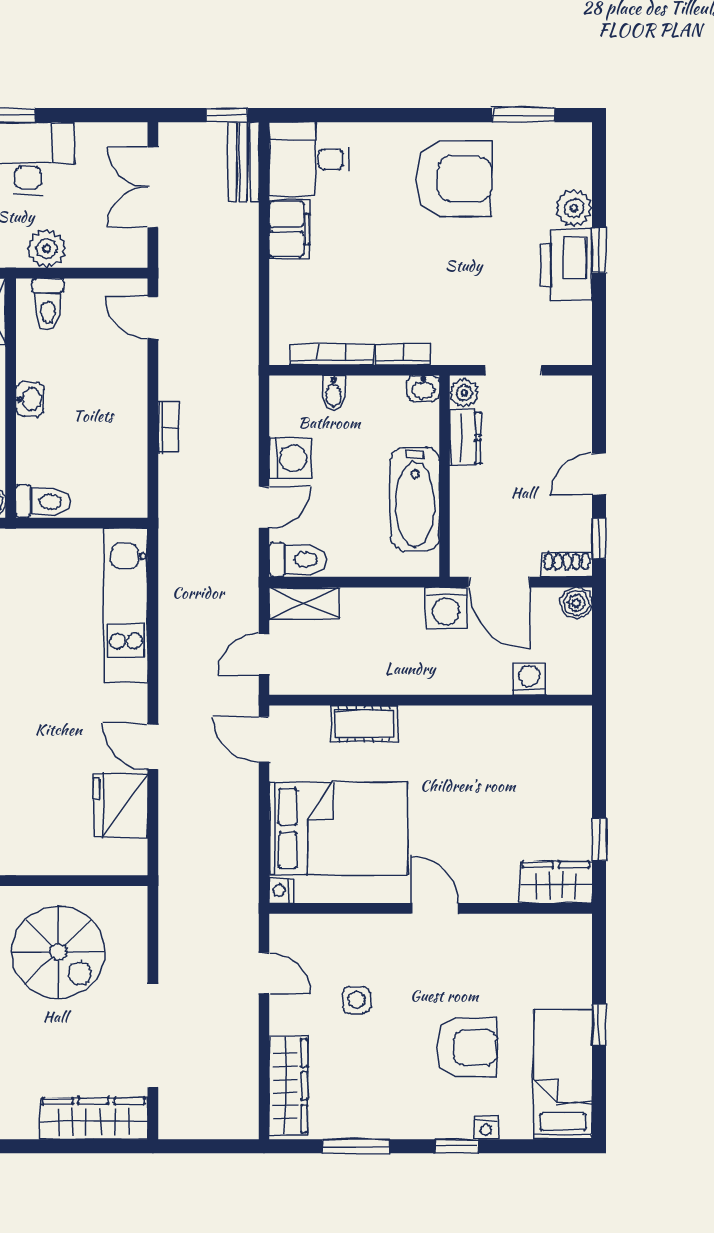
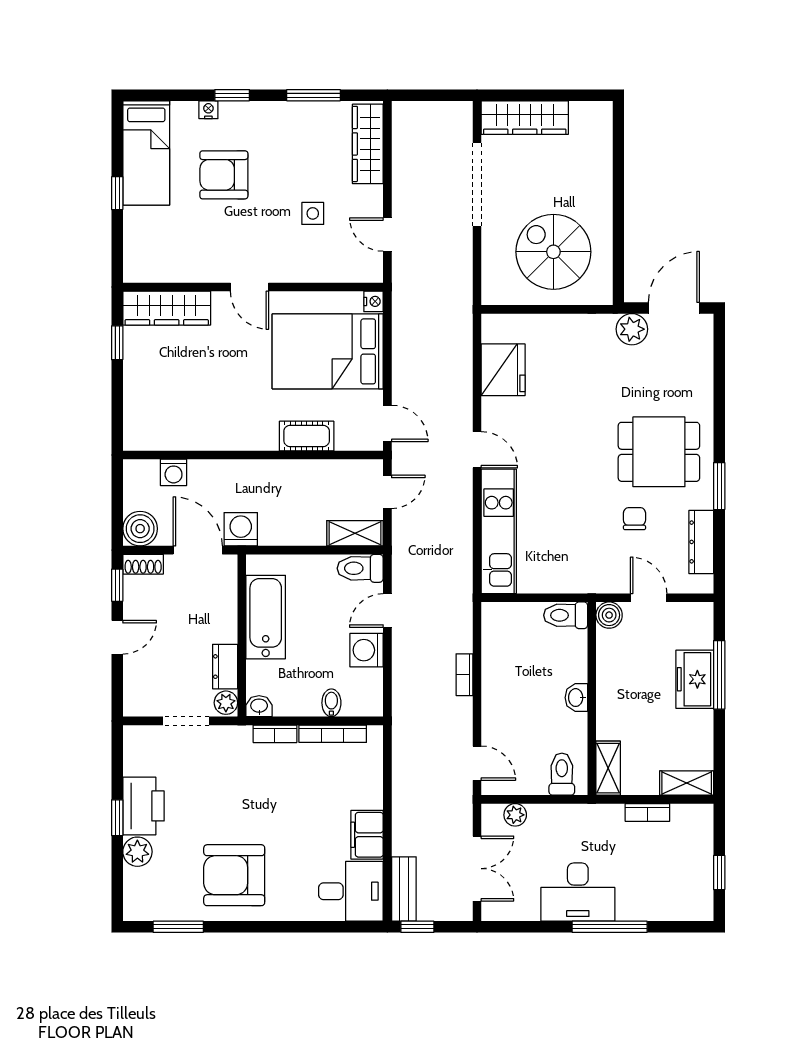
plant: (47, 249) -> (515, 815), moved, width x0.73, depth x0.73
boiler: (576, 603) -> (140, 529), width x1.36, depth x1.36
door: (153, 747) -> (477, 450), moved
wardrobe: (556, 882) -> (167, 308), width x1.50

